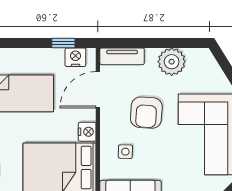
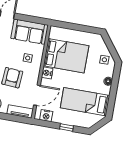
window: (63, 43) -> (67, 127), moved

